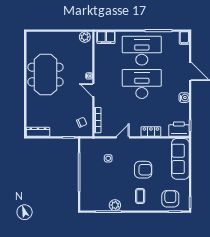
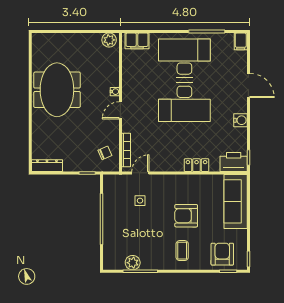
desk: (142, 84) -> (184, 102), turned 180
door: (93, 90) -> (120, 110), hinge flipped
door: (123, 137) -> (140, 173), moved
armchair: (143, 170) -> (186, 216), turned 180
plant: (115, 205) -> (133, 263), moved

